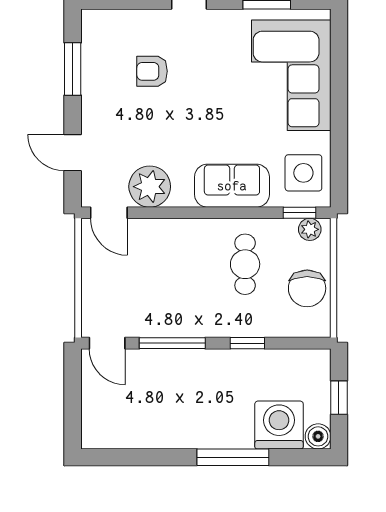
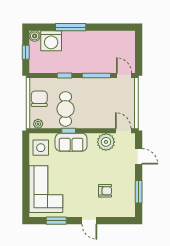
window: (300, 213) -> (69, 131), moved
cafe table: (245, 264) -> (66, 109), width x1.37, depth x1.35

